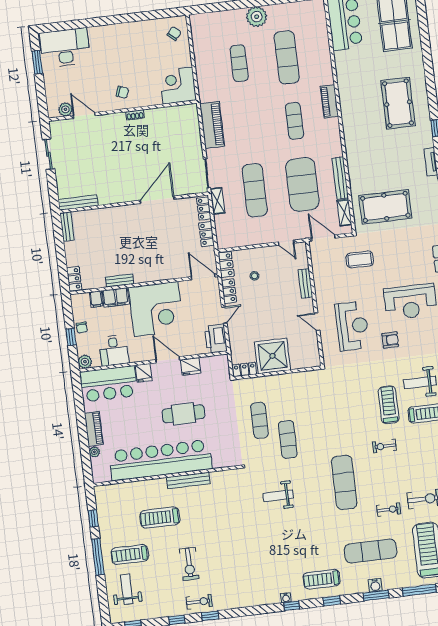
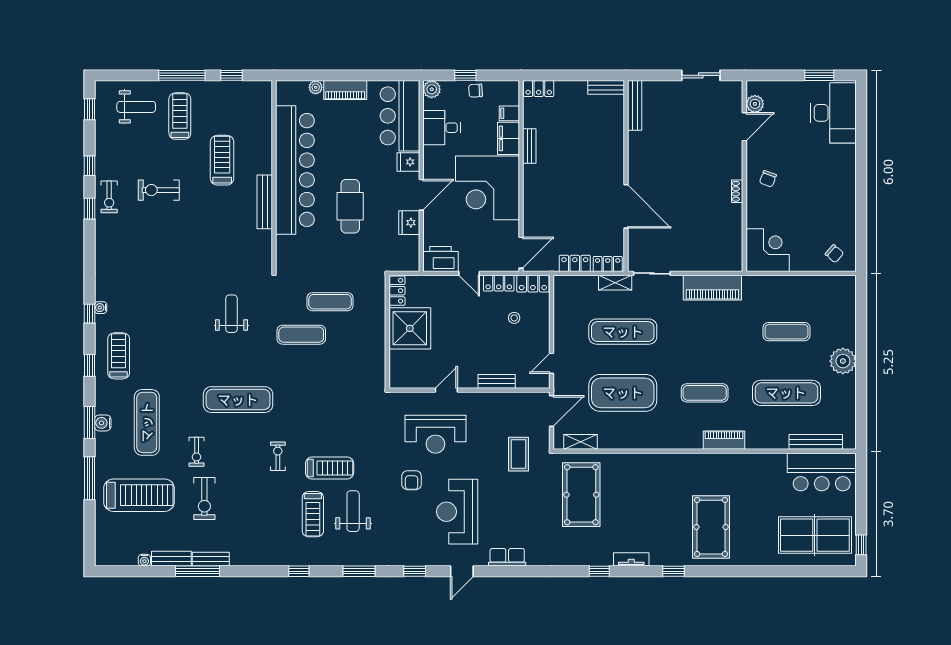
pool table: (398, 103) -> (711, 527), turned 90
bench: (340, 178) -> (816, 442), moved

